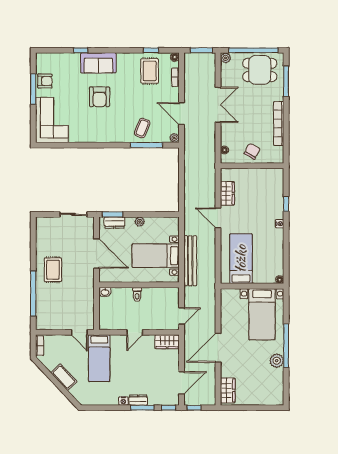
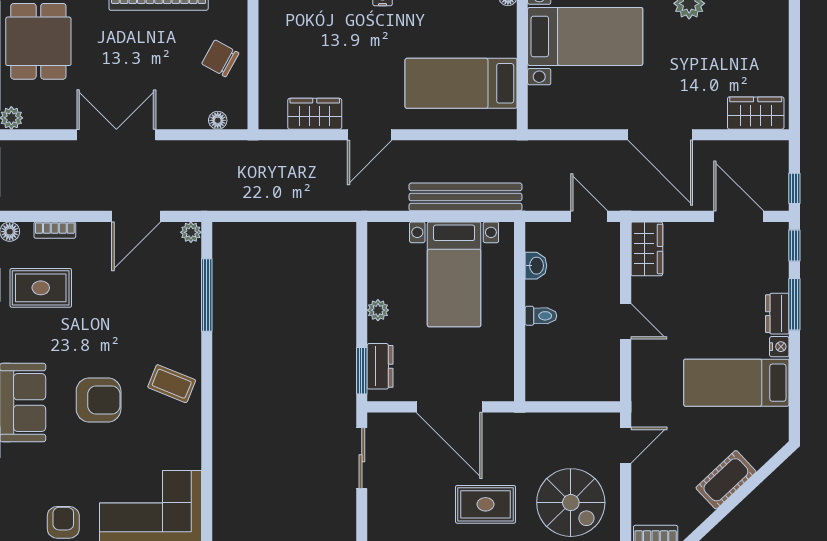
coffee table: (142, 128) -> (172, 384), moved
door: (96, 253) -> (449, 407), swing flipped
washbasin: (105, 292) -> (536, 266), moved
spiral stairs: (54, 308) -> (571, 503), added
bed: (99, 358) -> (736, 383), moved, turned 180

